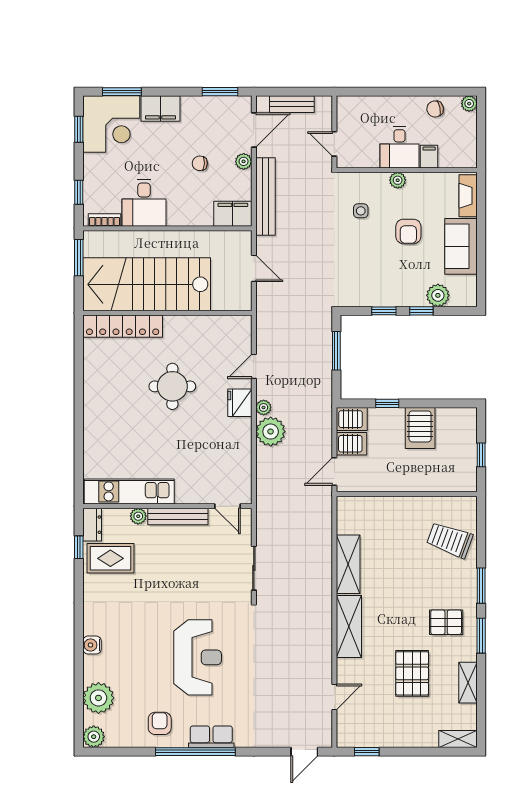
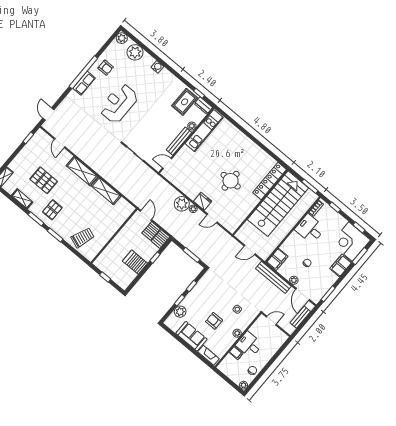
door: (254, 366) -> (212, 218), swing flipped
reception desk: (198, 657) -> (119, 103), turned 90

